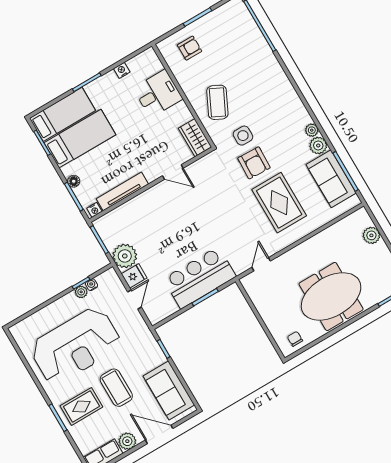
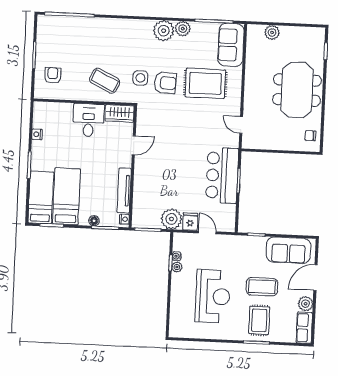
desk: (158, 94) -> (89, 120), moved
plant: (312, 130) -> (164, 31), width x1.88, depth x1.88
sofa: (331, 179) -> (231, 45), moved, turned 90
reception desk: (75, 346) -> (213, 296), width x0.74, depth x0.77

